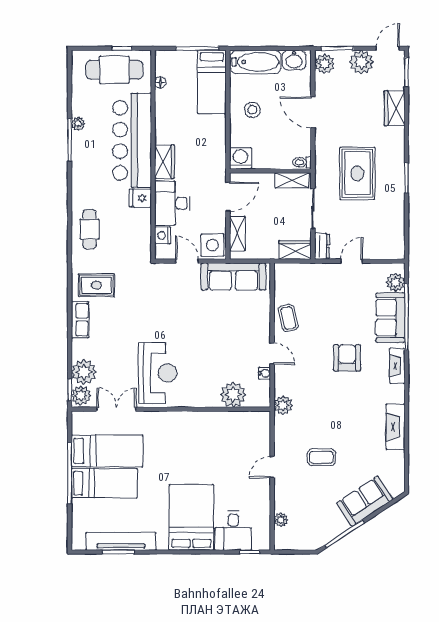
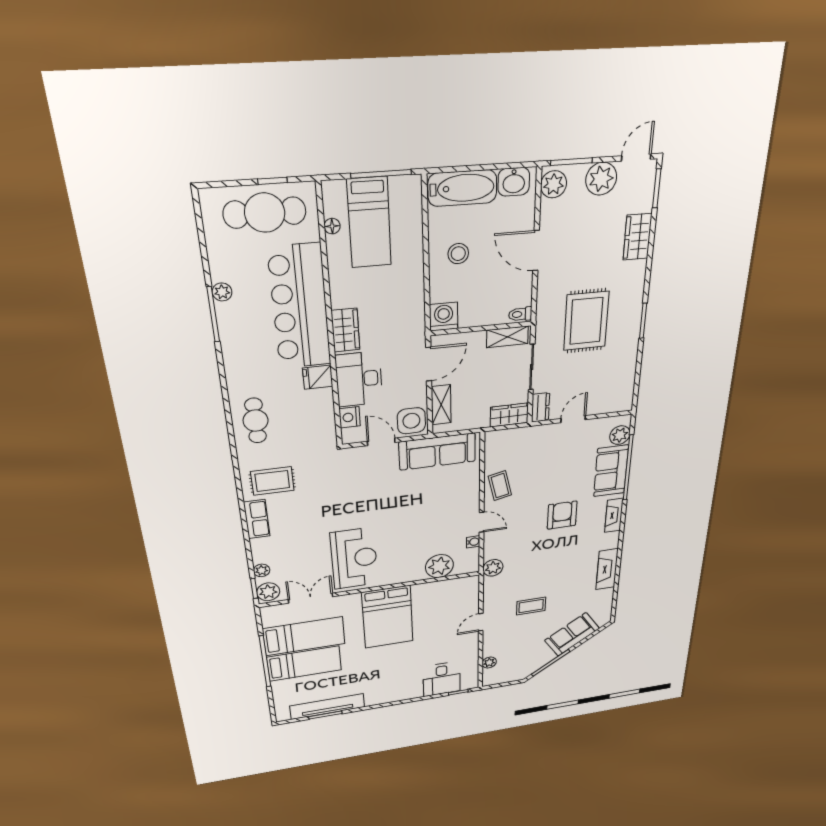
bed: (212, 82) -> (369, 223), moved
plant: (84, 372) -> (262, 570), width x0.53, depth x0.53
bed: (191, 517) -> (388, 617), moved, turned 180

